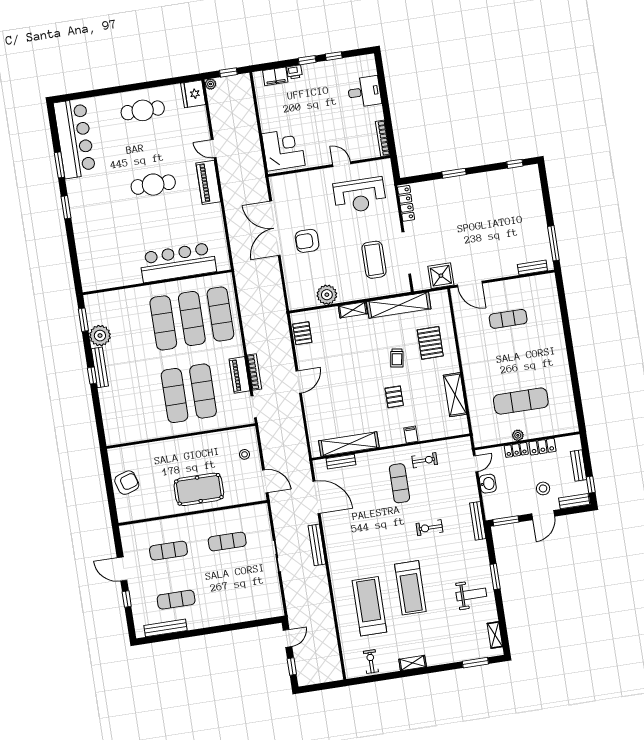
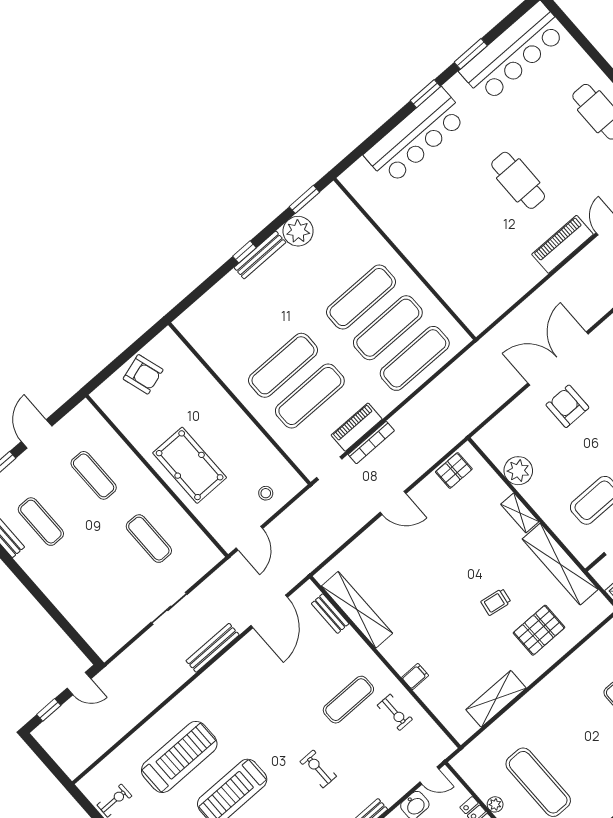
bar counter: (178, 262) -> (416, 136), moved, turned 90
pallet: (394, 397) -> (447, 628), removed

